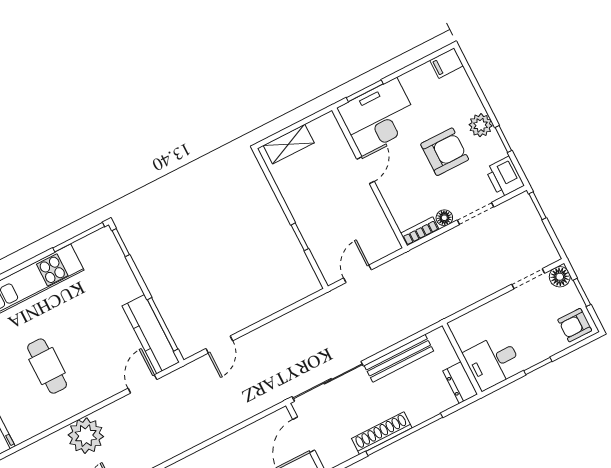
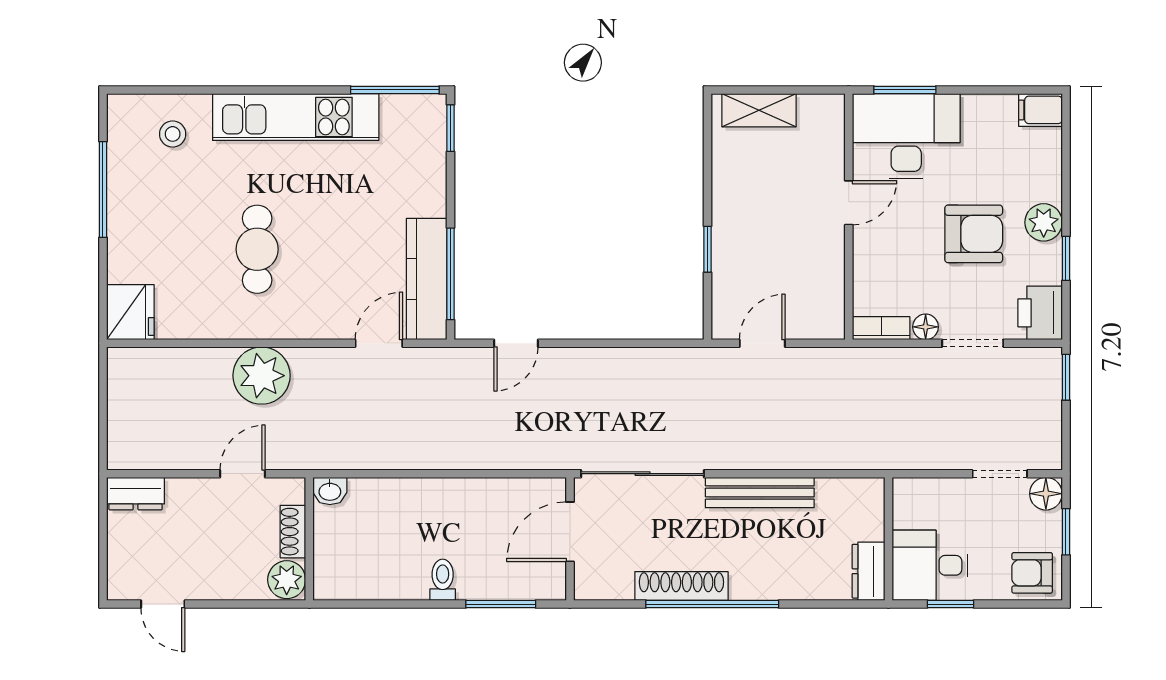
wall: (462, 359) -> (888, 539), moved
desk: (493, 362) -> (930, 565), moved
dresser: (460, 383) -> (868, 571), moved

